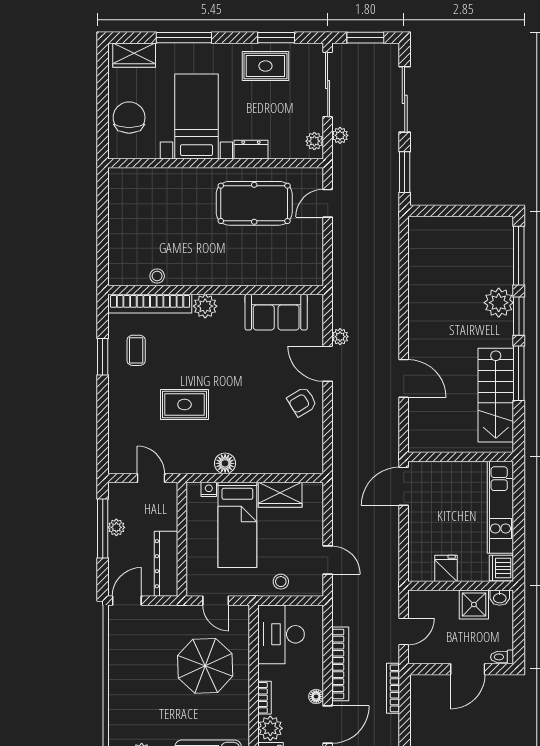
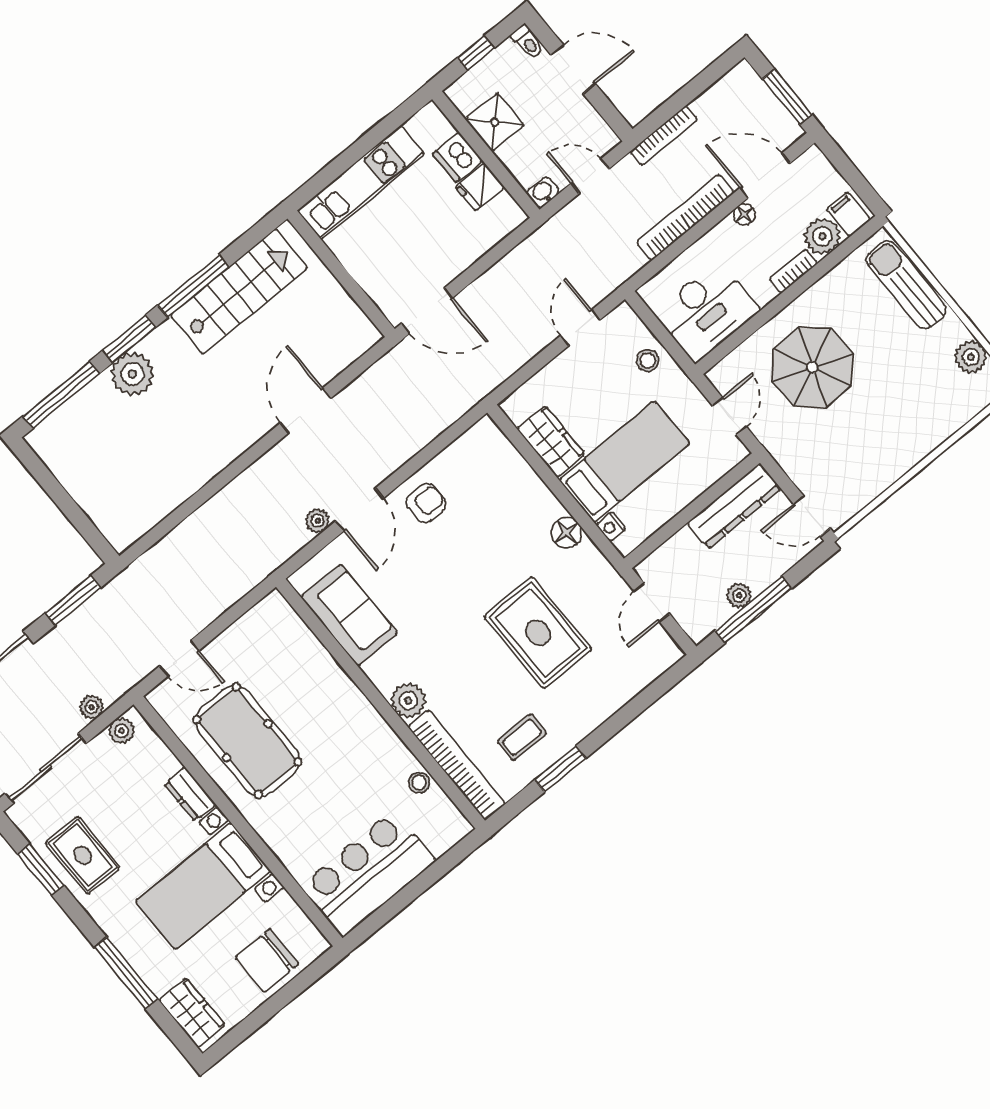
bar counter: (131, 209) -> (368, 873), added
armchair: (302, 402) -> (426, 503), turned -59
rug: (184, 404) -> (538, 633), width x1.36, depth x1.43
dishwasher: (501, 568) -> (457, 157), moved, turned 90
washbasin: (500, 598) -> (543, 192), moved, turned -90
window: (519, 625) -> (476, 53), added

